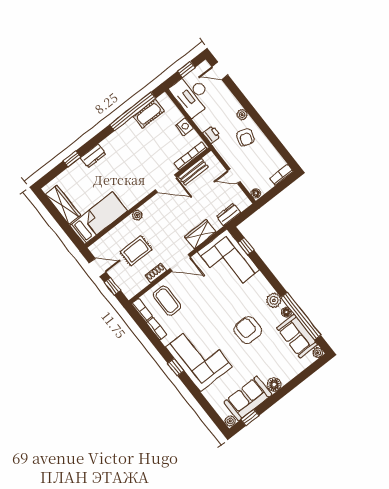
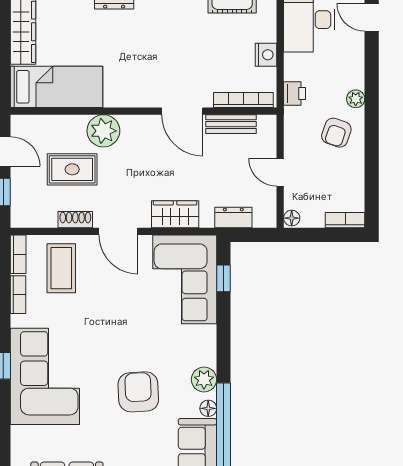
plant: (137, 215) -> (103, 131), width x1.87, depth x1.87

